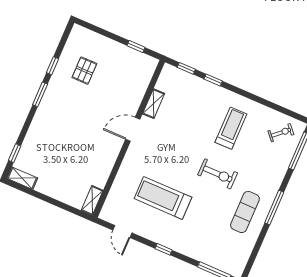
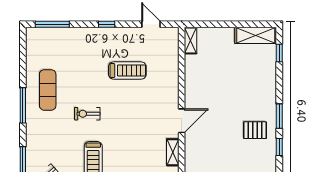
pallet: (84, 71) -> (255, 130), moved, turned 90
exercise bike: (218, 174) -> (87, 114), width x0.73, depth x0.72
shelving: (22, 178) -> (256, 35), width x1.50, depth x1.33
treadmill: (163, 198) -> (127, 71), width x0.73, depth x0.73

